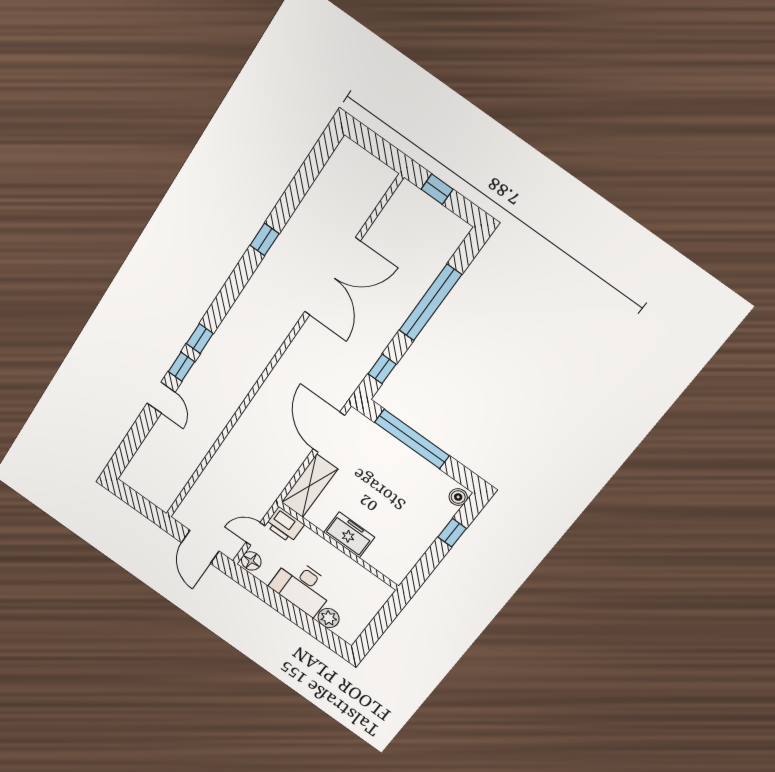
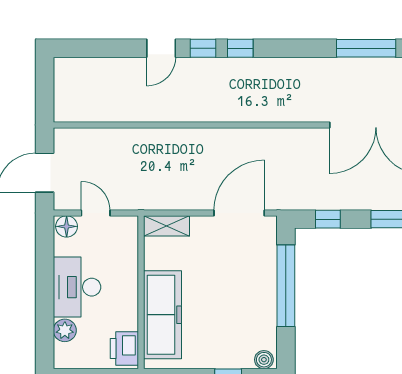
window: (265, 240) -> (366, 48), width x2.17
shelving: (309, 486) -> (166, 226), width x0.67, depth x0.75
printer: (285, 525) -> (124, 348), moved
freezer: (349, 535) -> (163, 315), width x1.91, depth x1.26

